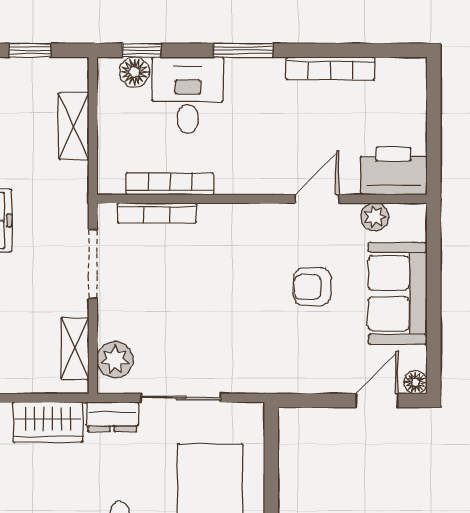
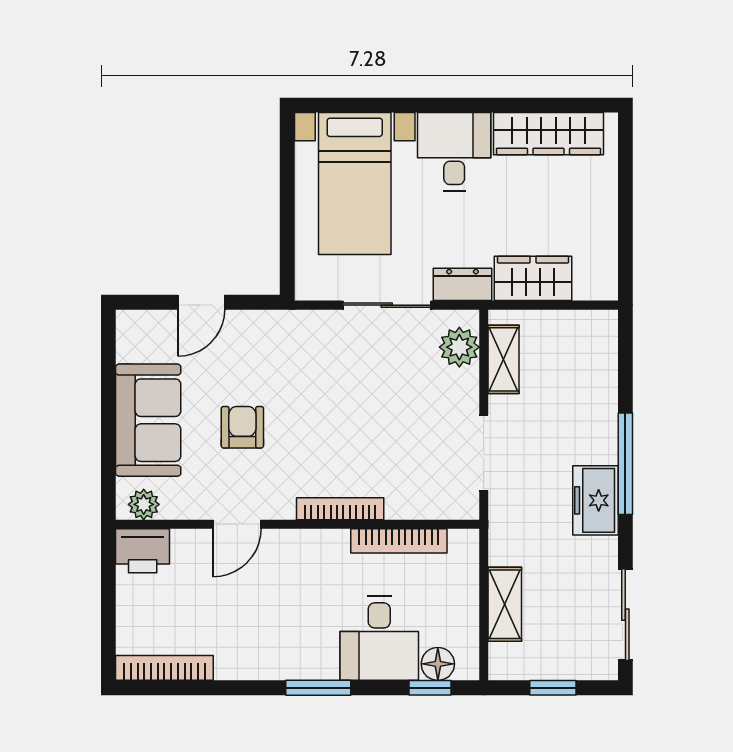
bookcase: (330, 68) -> (164, 668), moved
printer: (394, 171) -> (143, 551), width x0.73, depth x0.84
bookcase: (157, 213) -> (340, 509), moved
plant: (375, 217) -> (144, 504), moved
armchair: (312, 287) -> (242, 427), turned -90
floor lamp: (415, 382) -> (128, 322), removed
door: (377, 400) -> (201, 302), moved

